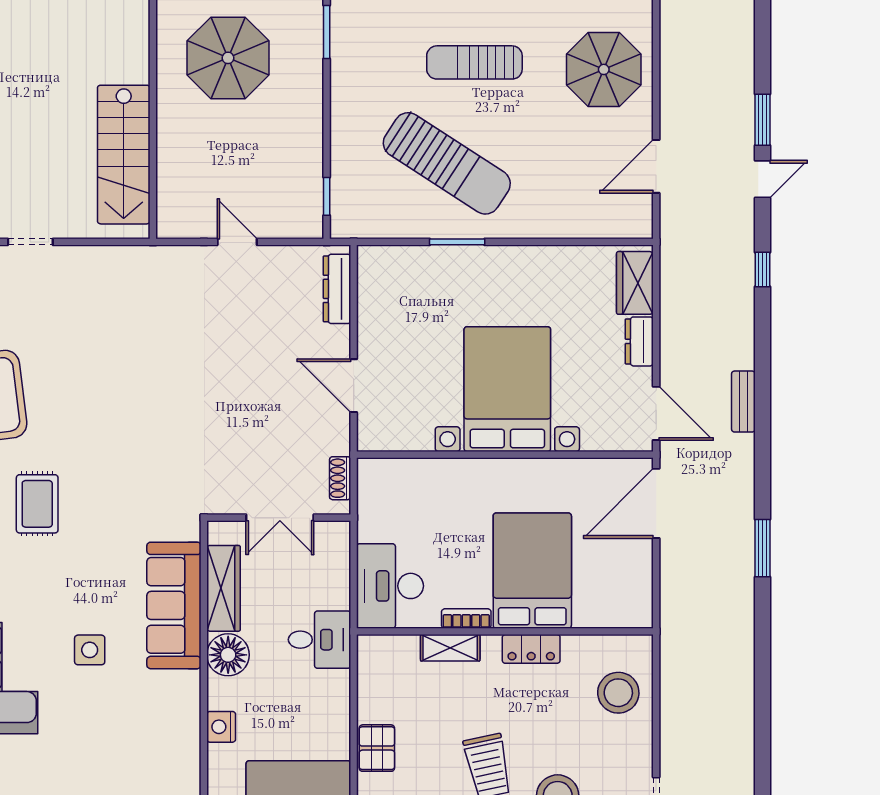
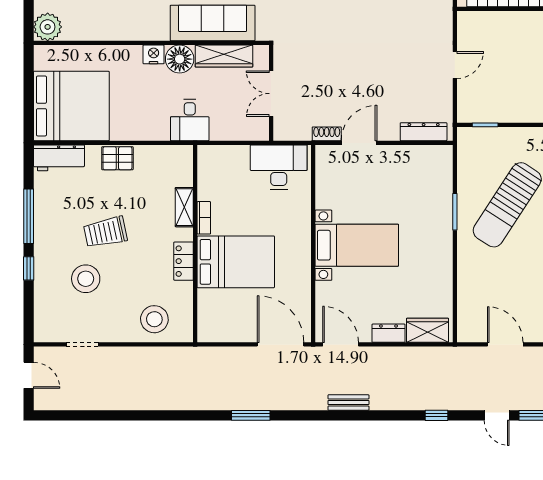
bed with nightstands: (507, 389) -> (357, 245), width x0.73
door: (656, 413) -> (341, 344), swing flipped
shoe rack: (340, 478) -> (327, 134), moved
desk: (390, 586) -> (279, 167), moved
nightstand: (221, 727) -> (154, 54), moved

